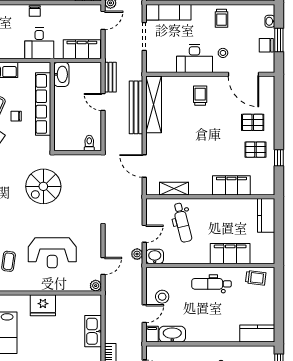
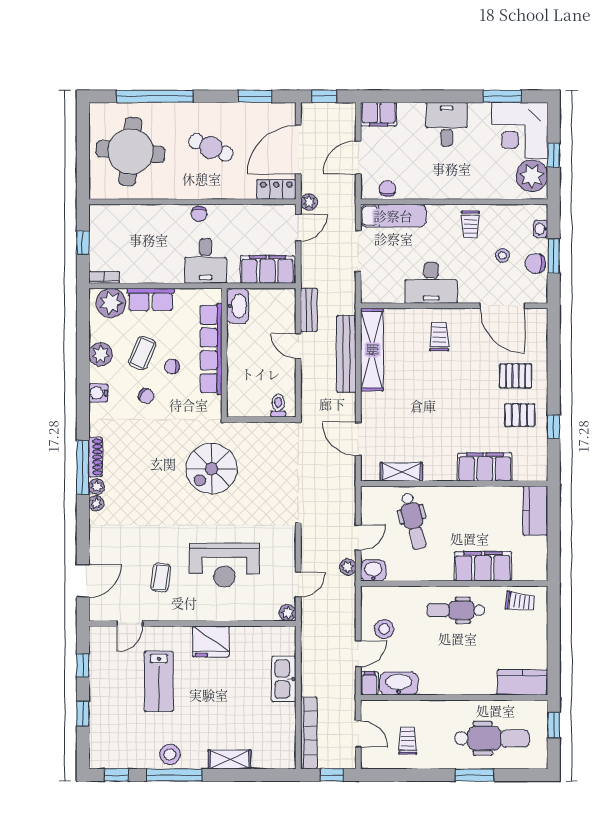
stool: (223, 53) -> (502, 255), moved

